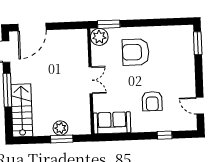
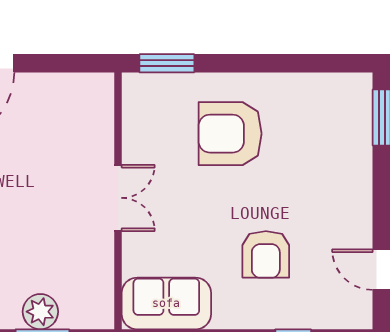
plant: (99, 37) -> (143, 93), removed

